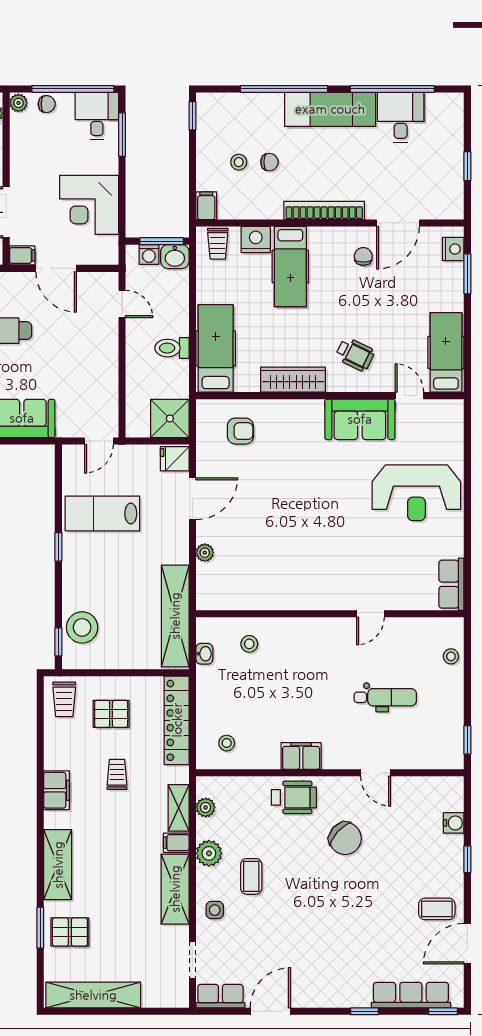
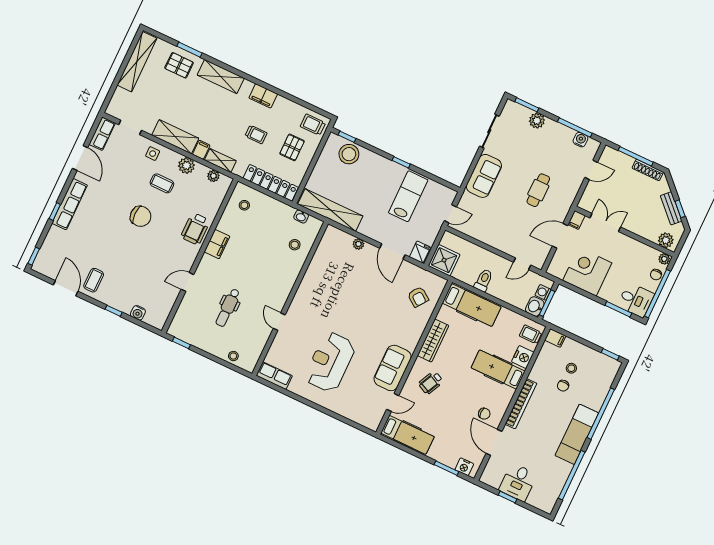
desk: (401, 117) -> (518, 482), moved, turned 90
armchair: (240, 431) -> (418, 297), turned -54
door: (99, 441) -> (450, 214), swing flipped
reception desk: (416, 493) -> (330, 362), moved
chair: (345, 838) -> (141, 216), moved, turned -132
pallet: (70, 932) -> (179, 65), turned 90
row of seats: (411, 995) -> (70, 204), moved

